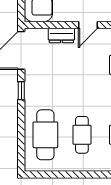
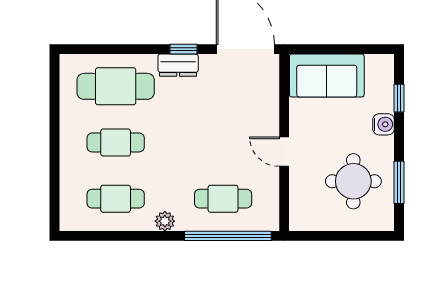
dresser: (61, 36) -> (178, 65), moved, turned -90

